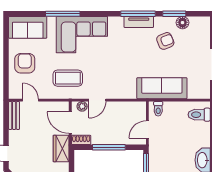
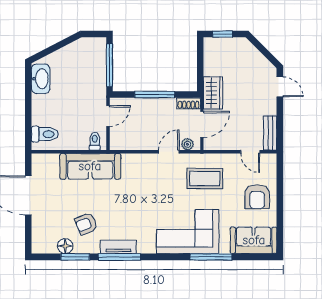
door: (70, 123) -> (202, 124), hinge flipped

